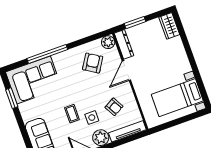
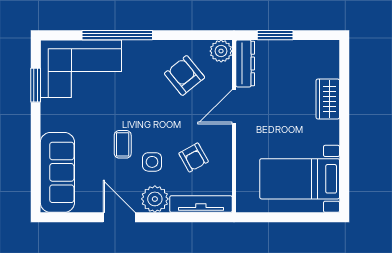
wardrobe: (169, 26) -> (328, 99), moved
armchair: (93, 63) -> (185, 75), turned -71

